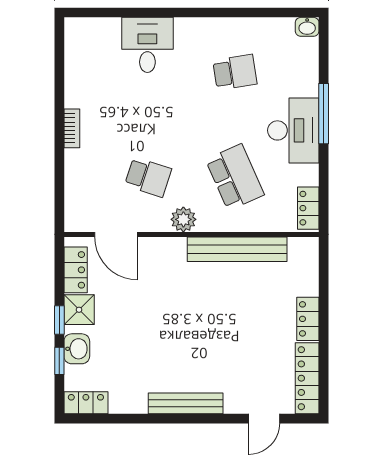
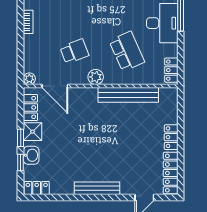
school desk: (148, 177) -> (74, 51), turned -39
plant: (74, 222) -> (29, 79), added

